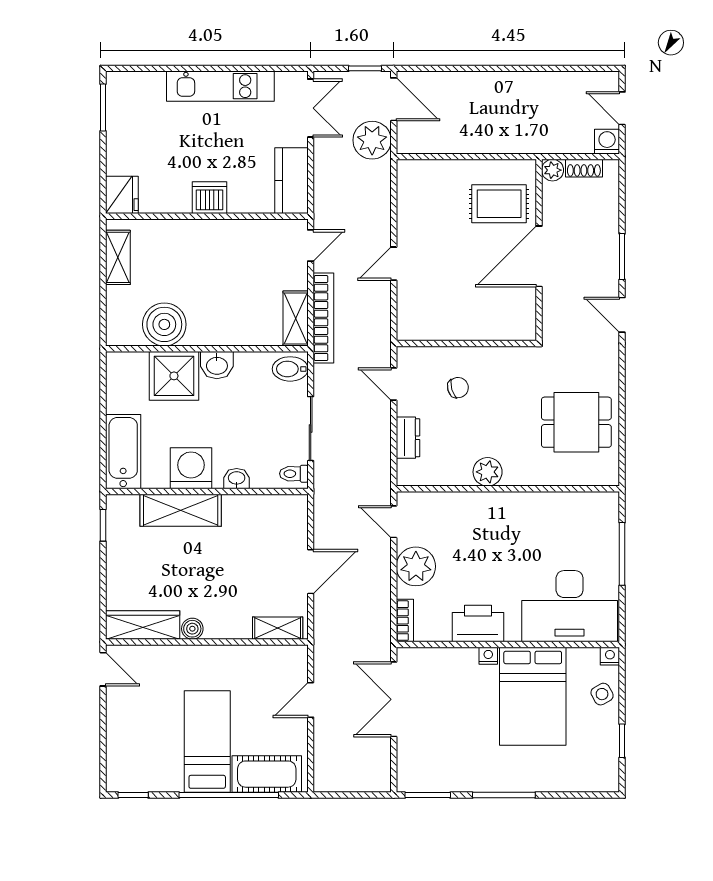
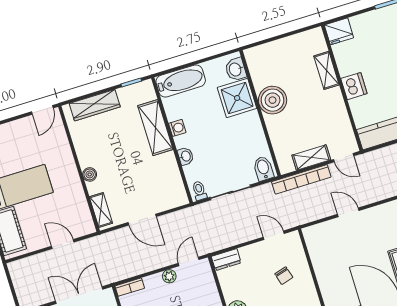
shelving: (118, 257) -> (326, 70), moved, turned 90
shelving: (296, 318) -> (311, 157), moved
boiler: (164, 324) -> (273, 100), moved
washbasin: (217, 365) -> (236, 69), moved
door: (394, 384) -> (274, 235), hinge flipped
dresser: (408, 438) -> (226, 260), moved
washing machine: (191, 468) -> (177, 128), width x0.53, depth x0.53
plant: (416, 566) -> (169, 276), width x0.53, depth x0.53
wardrobe: (143, 625) -> (95, 105), moved, turned 90
boiler: (192, 629) -> (90, 174), moved

